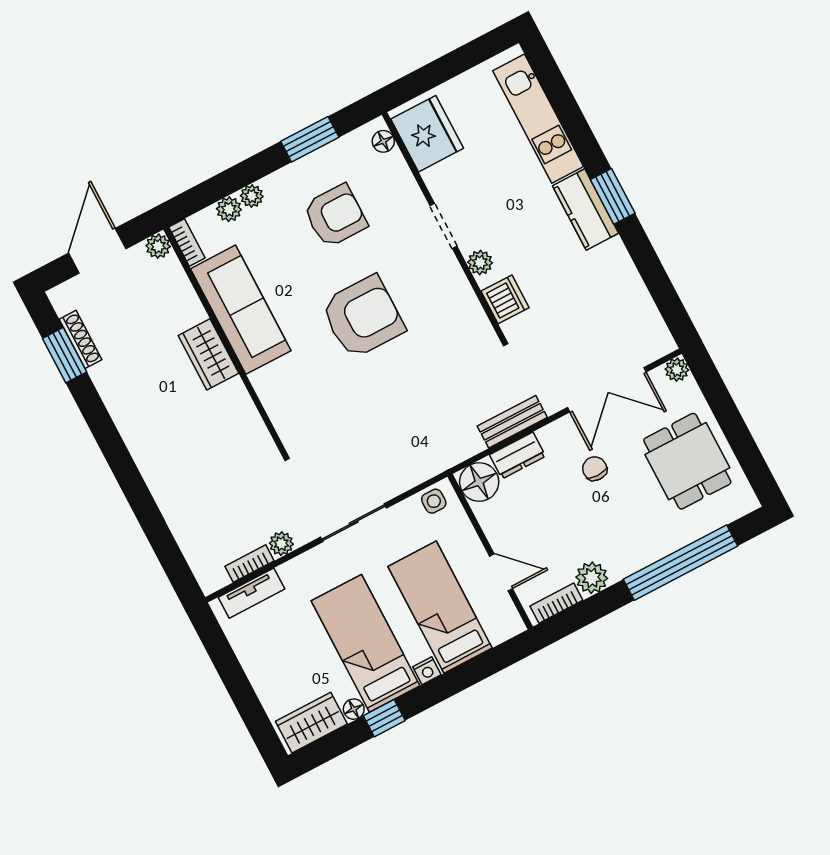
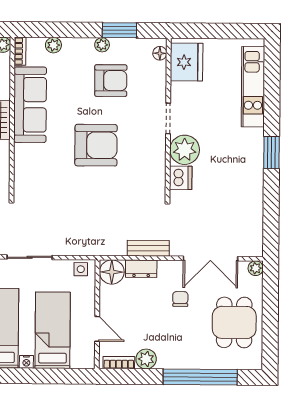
plant: (252, 196) -> (102, 45), moved
kitchen counter: (586, 210) -> (252, 152), removed
plant: (480, 262) -> (185, 150), width x1.87, depth x1.87

